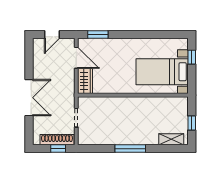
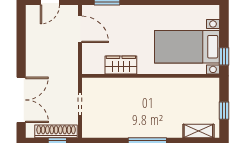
window: (192, 57) -> (224, 56), moved
wardrobe: (85, 81) -> (121, 65), moved, turned -90
double door: (29, 98) -> (21, 100), moved

